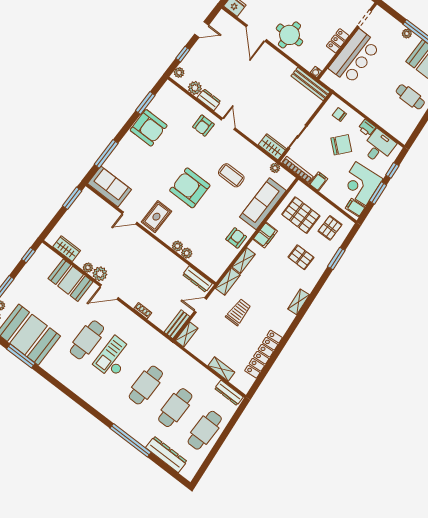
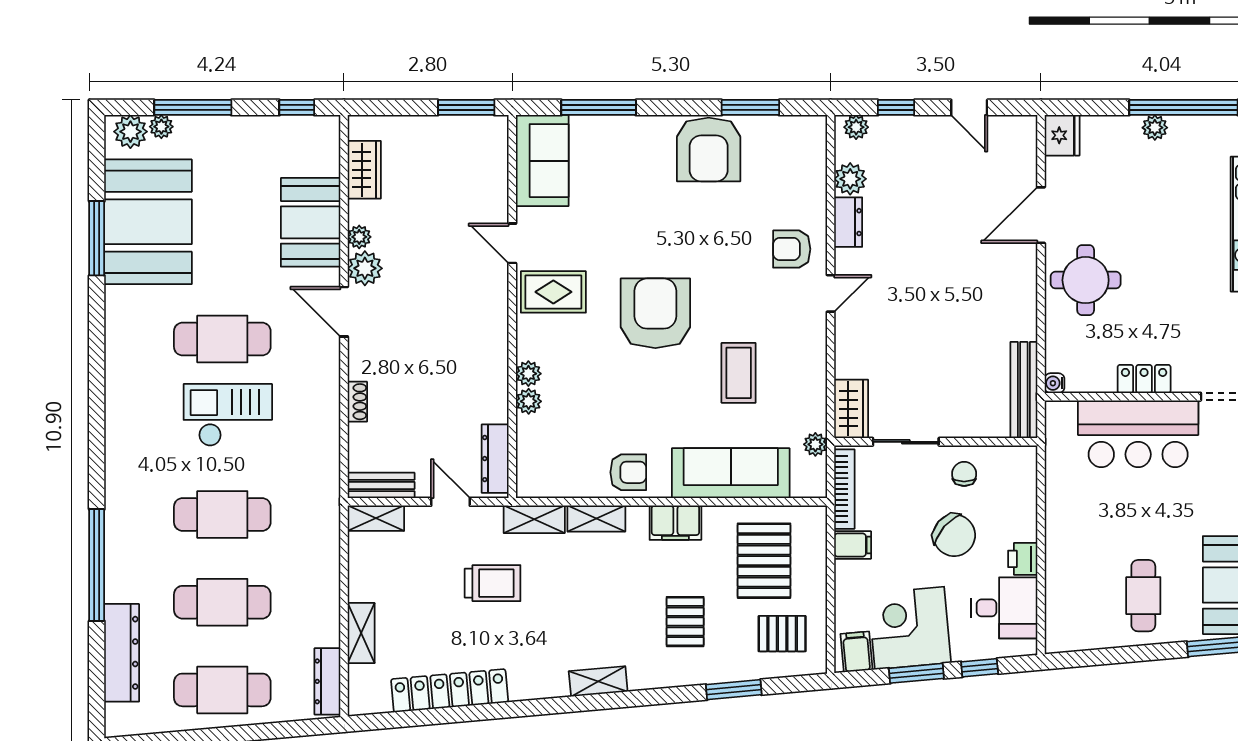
chair: (339, 115) -> (964, 474), moved

